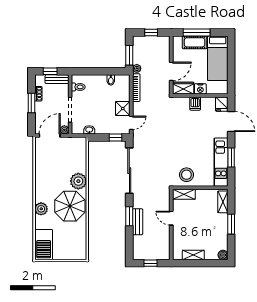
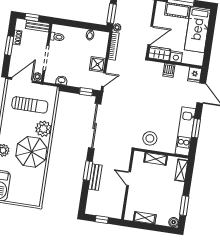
sun lounger: (61, 159) -> (30, 105), added
shelving: (184, 194) -> (156, 159), moved
window: (231, 224) -> (184, 206), moved

